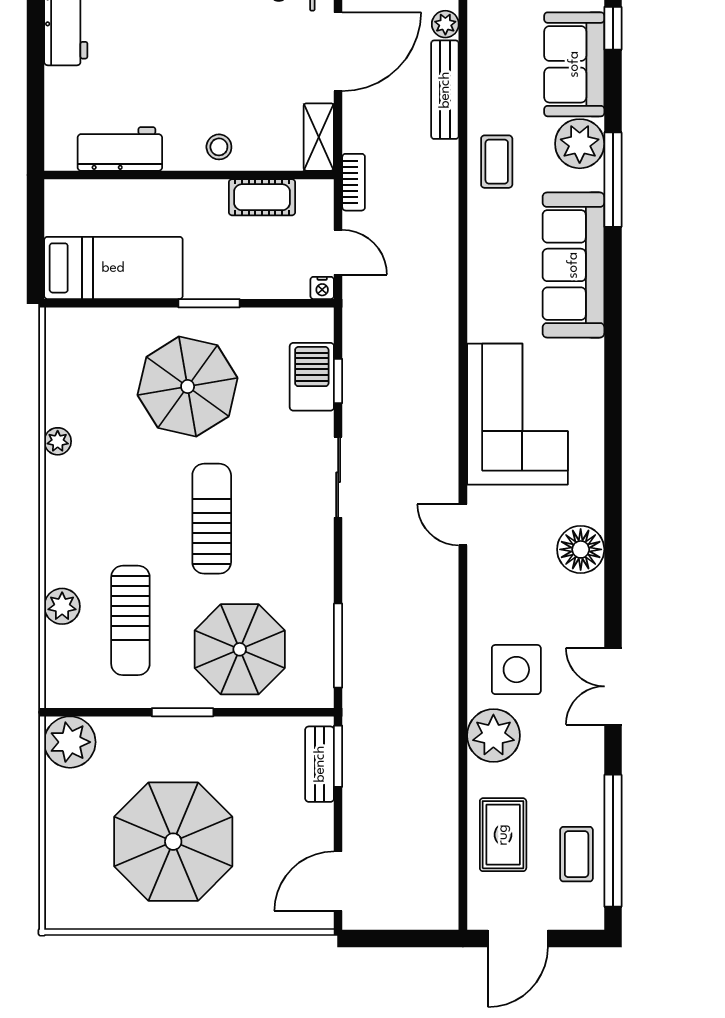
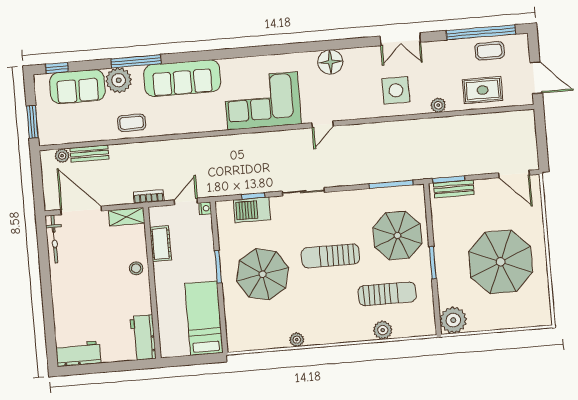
bench: (445, 90) -> (89, 154), width x0.73
workbench: (120, 149) -> (143, 337), moved
plant: (493, 736) -> (438, 105), width x0.53, depth x0.53

